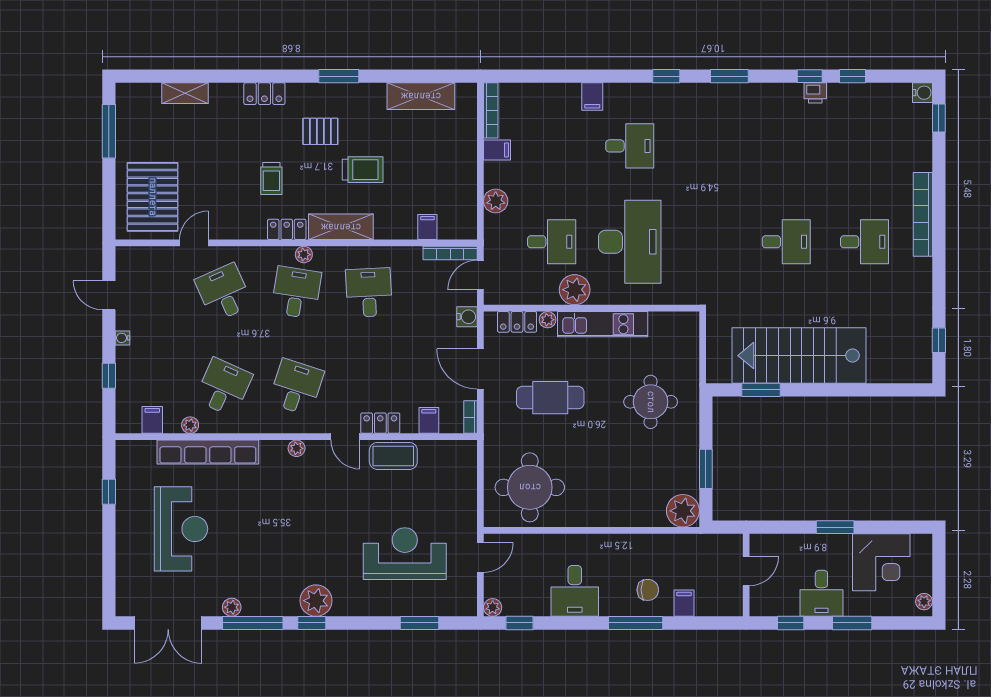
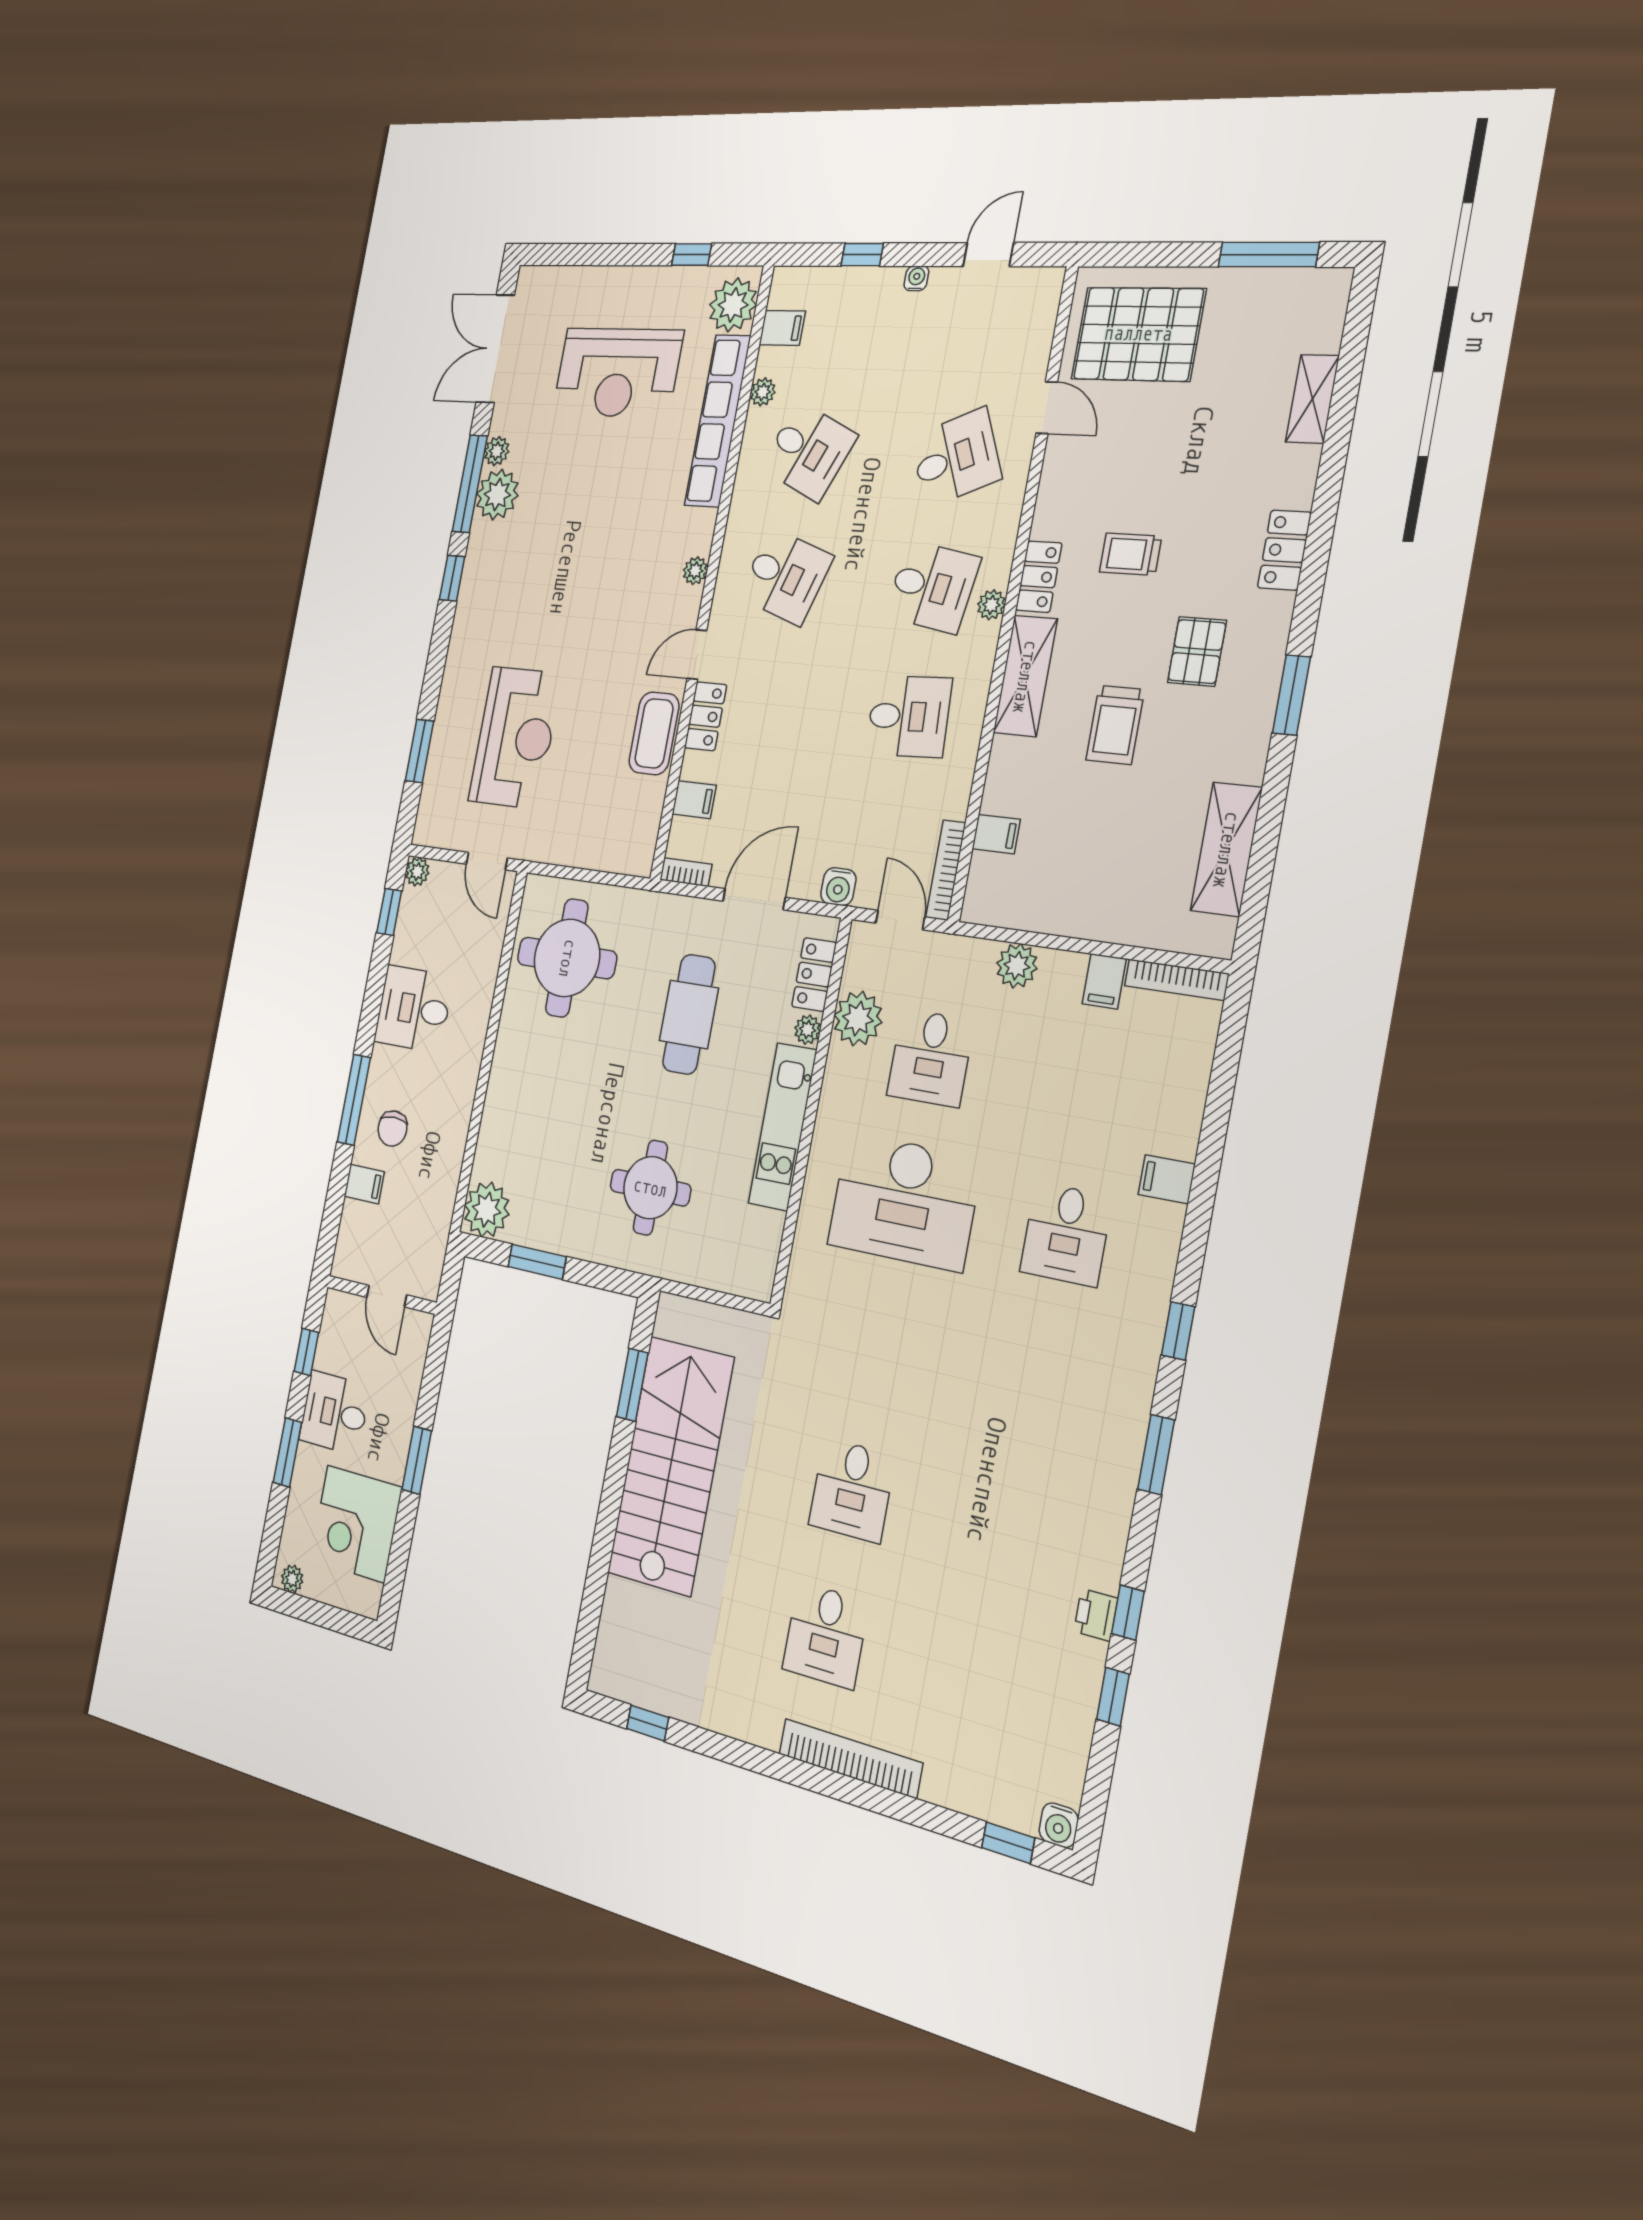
plant: (575, 290) -> (858, 1019), moved
plant: (139, 456) -> (733, 305), added
plant: (316, 601) -> (497, 495), moved

